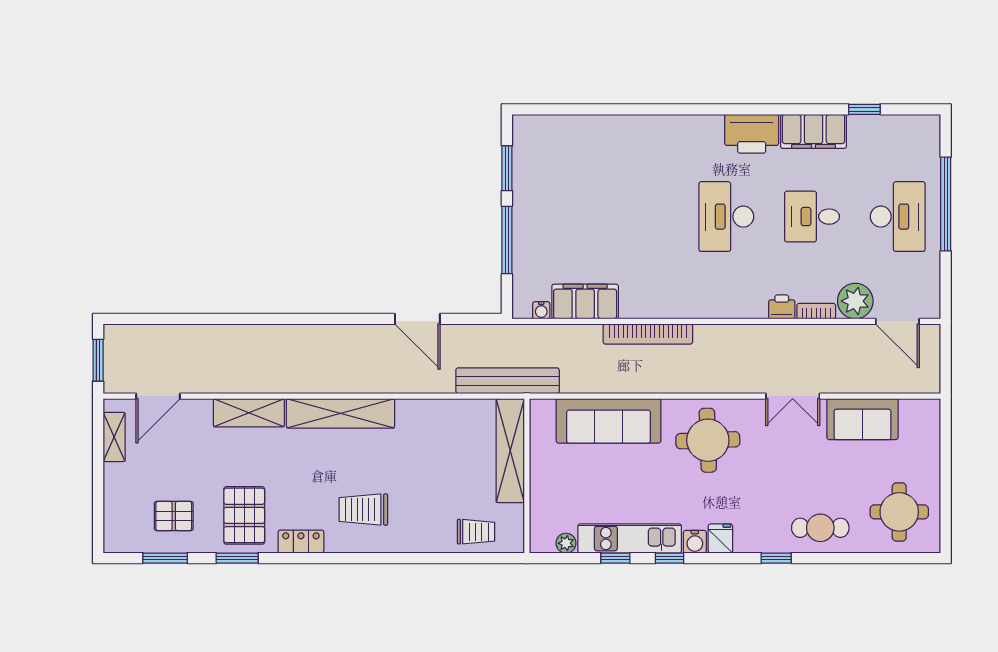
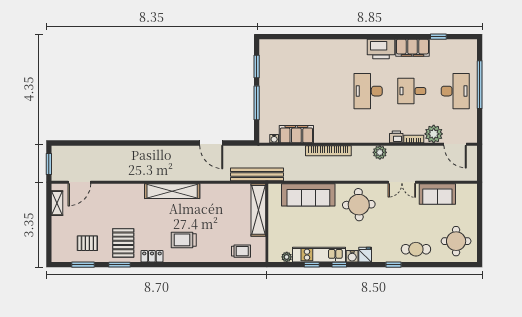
plant: (749, 337) -> (380, 152), added
shelving: (249, 413) -> (126, 191), removed

